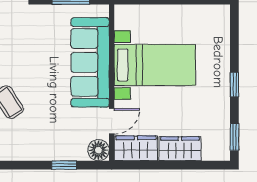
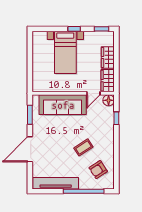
bed with nightstands: (155, 65) -> (65, 52), moved, turned 180
door: (112, 121) -> (93, 93), swing flipped

